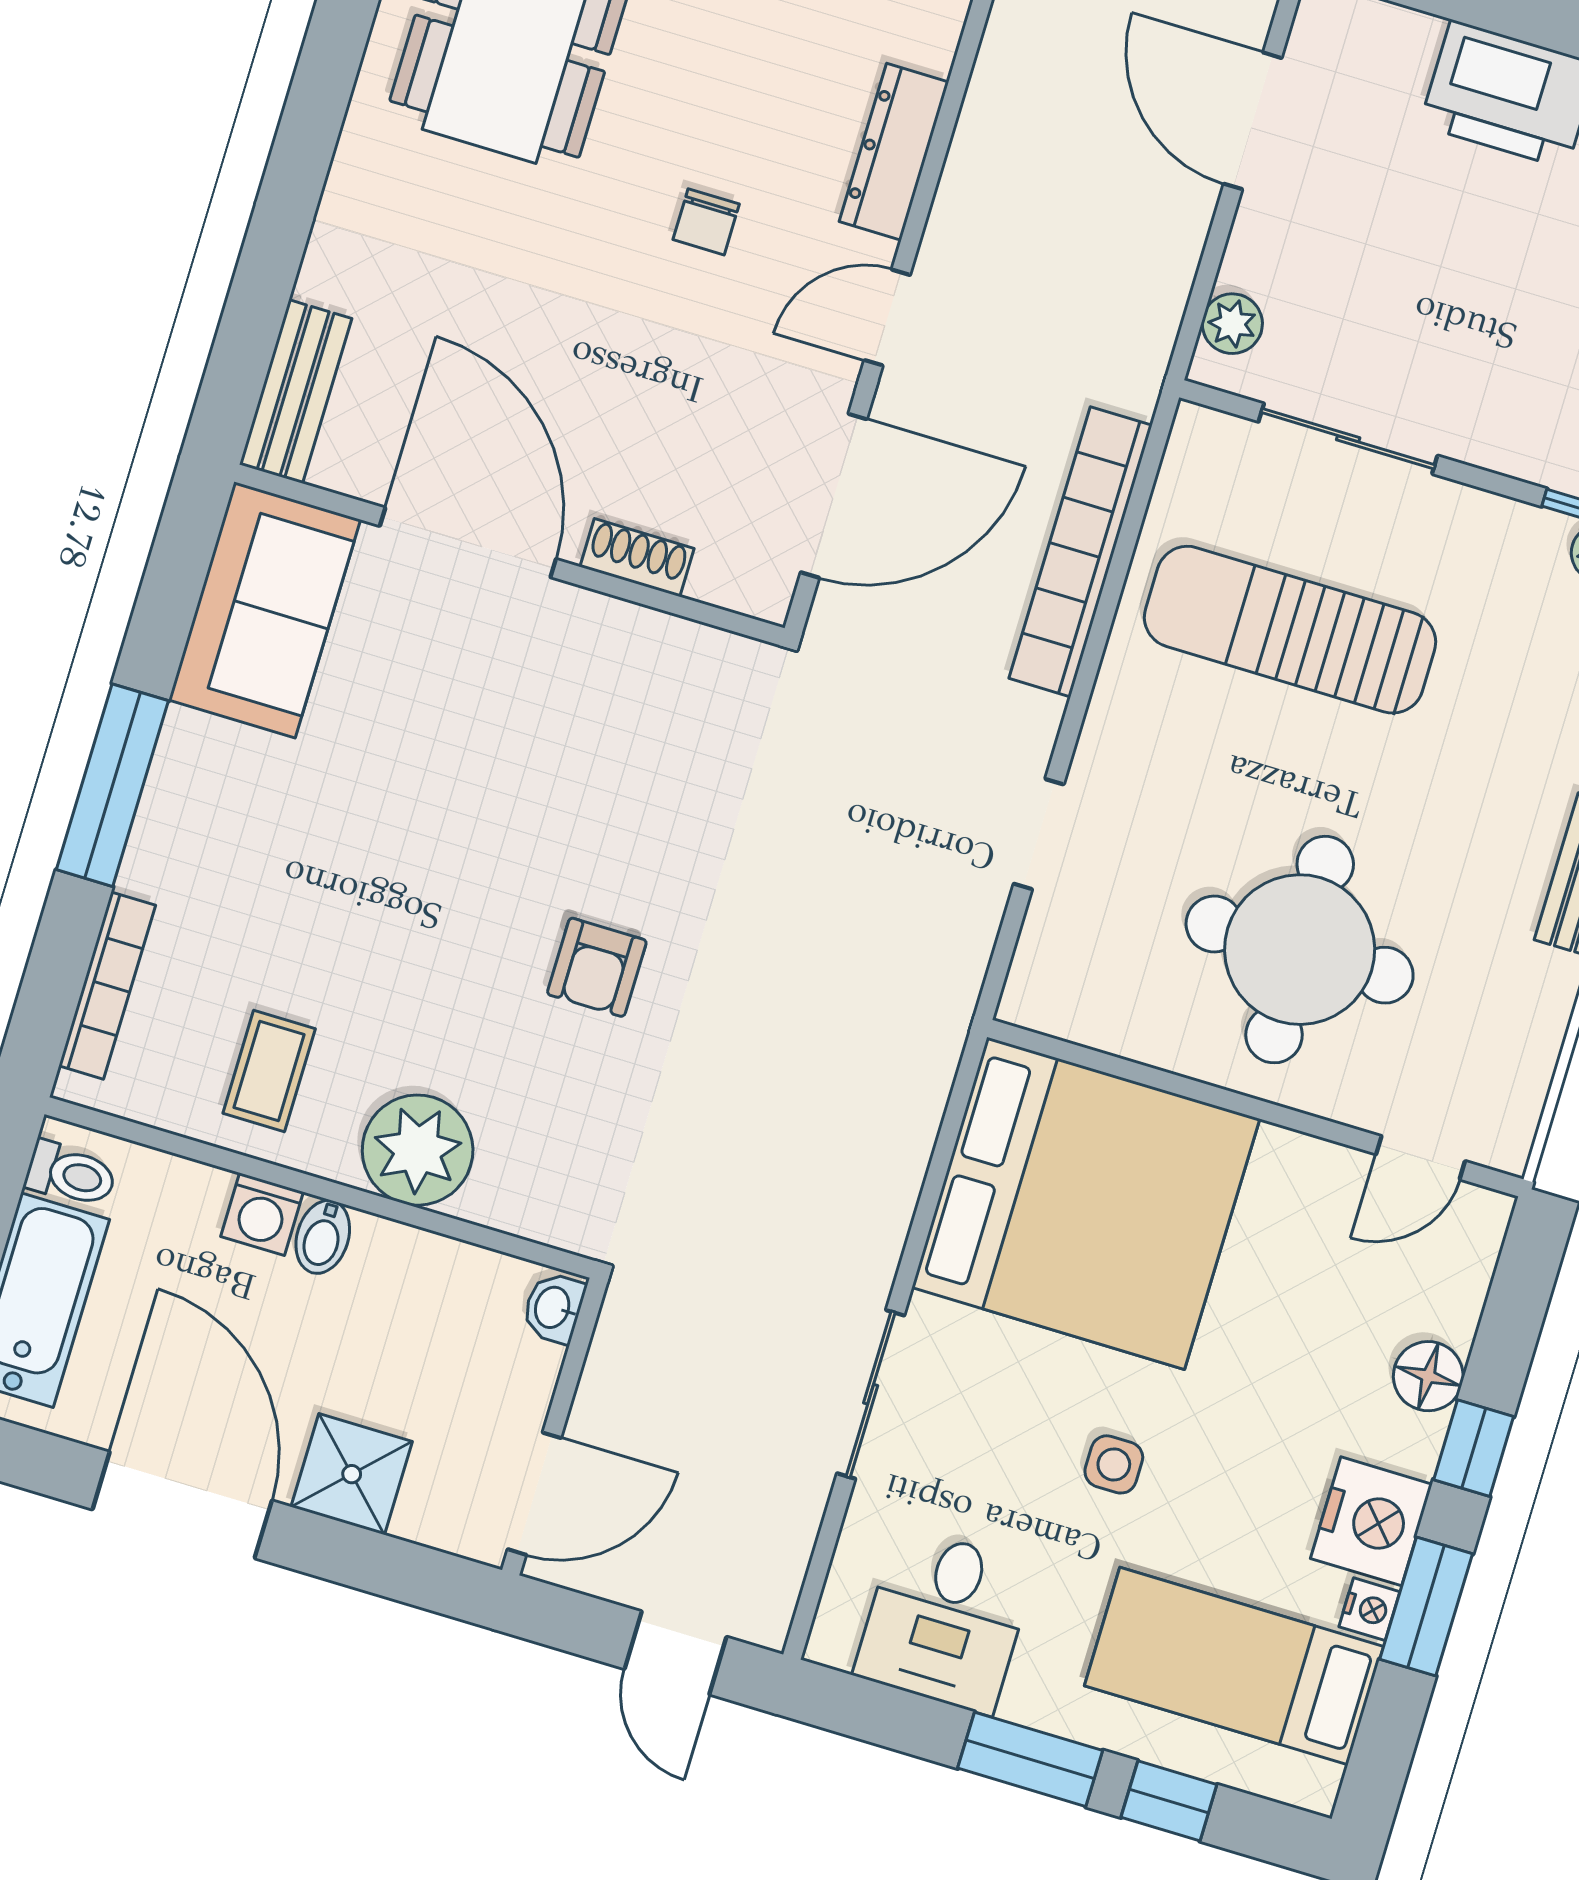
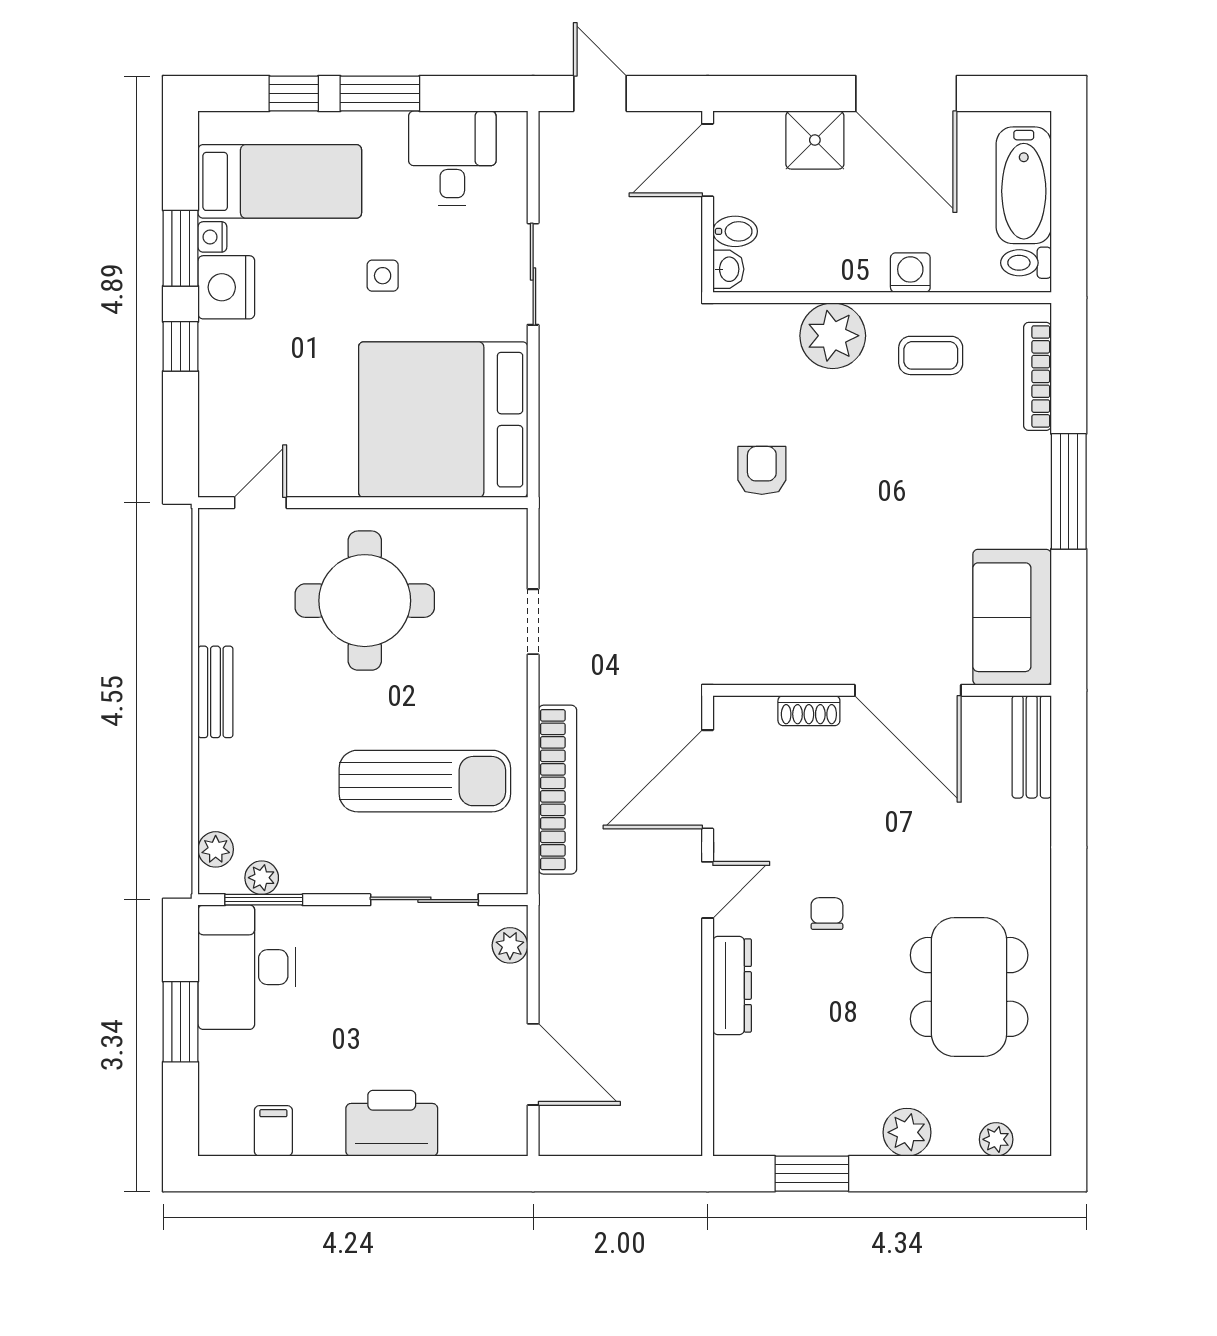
coffee table: (269, 1071) -> (931, 355), turned 90
bidet: (323, 1237) -> (735, 231), moved, turned 90
floor lamp: (1428, 1376) -> (219, 380), removed

